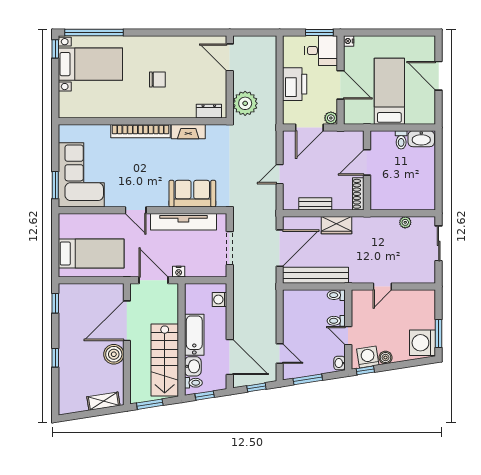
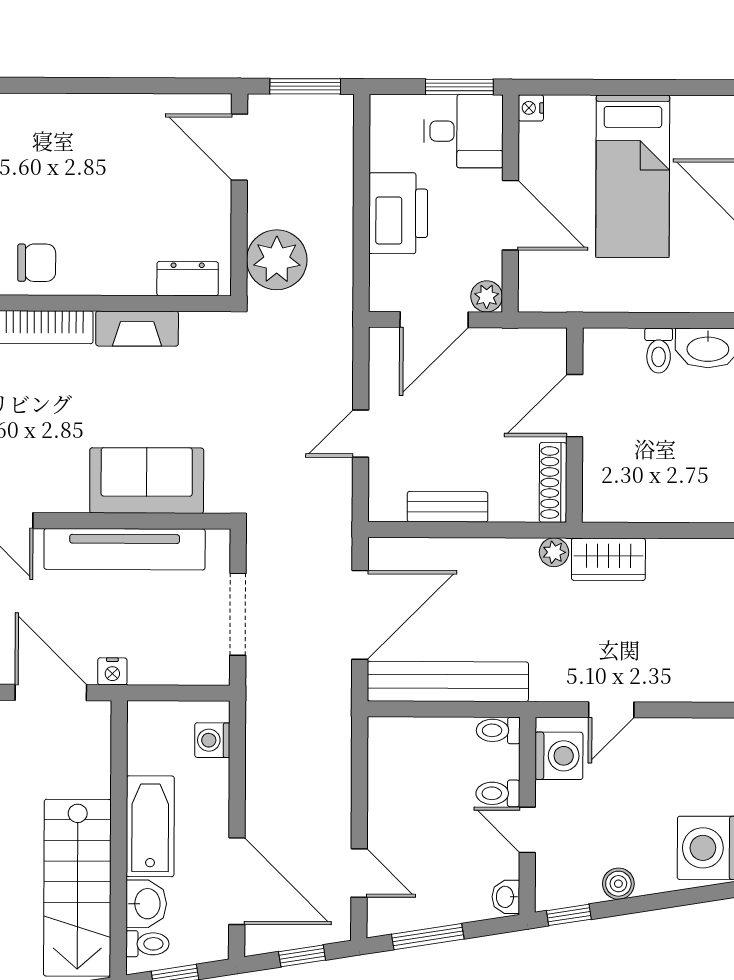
window: (257, 32) -> (305, 86), added
chair: (157, 80) -> (37, 263), moved
bed: (389, 91) -> (633, 176), moved, turned 180
plant: (405, 222) -> (554, 552), moved
wardrobe: (337, 225) -> (608, 559), moved
washing machine: (368, 357) -> (559, 756), moved, turned 99

